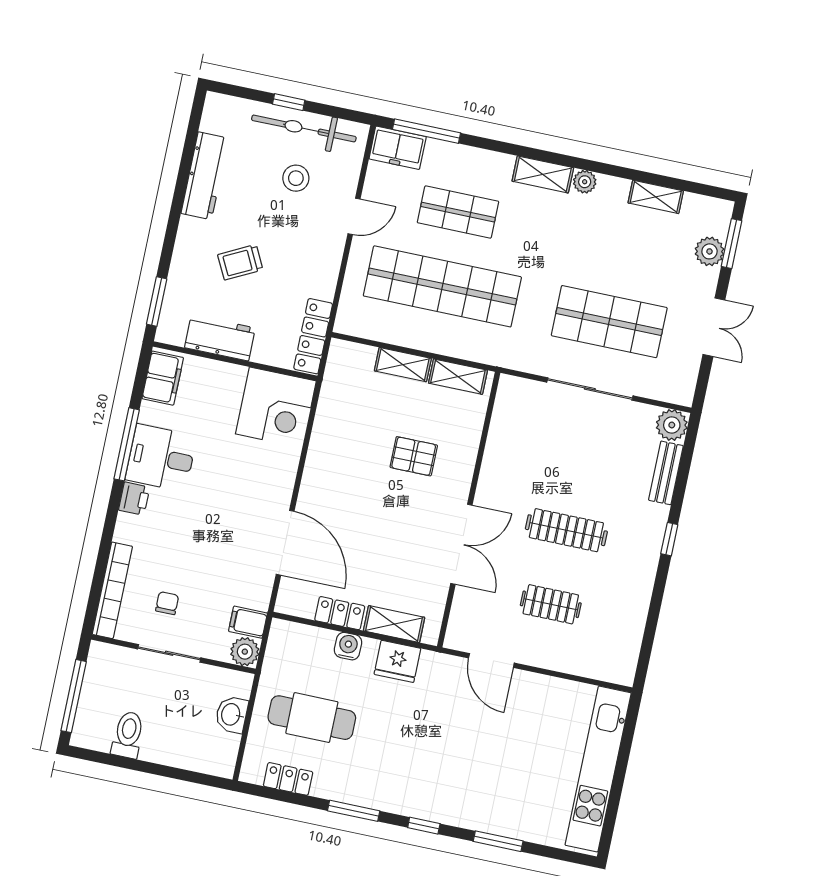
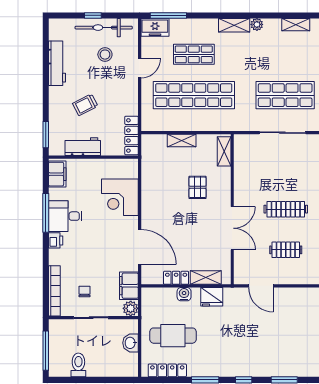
shelving: (458, 377) -> (224, 151), moved, turned 90
corner desk: (276, 407) -> (120, 197), moved, turned 90
pallet: (414, 456) -> (197, 187), turned 90
filing cabinet: (248, 622) -> (129, 286), width x2.00
locker: (288, 779) -> (167, 370), width x1.53

